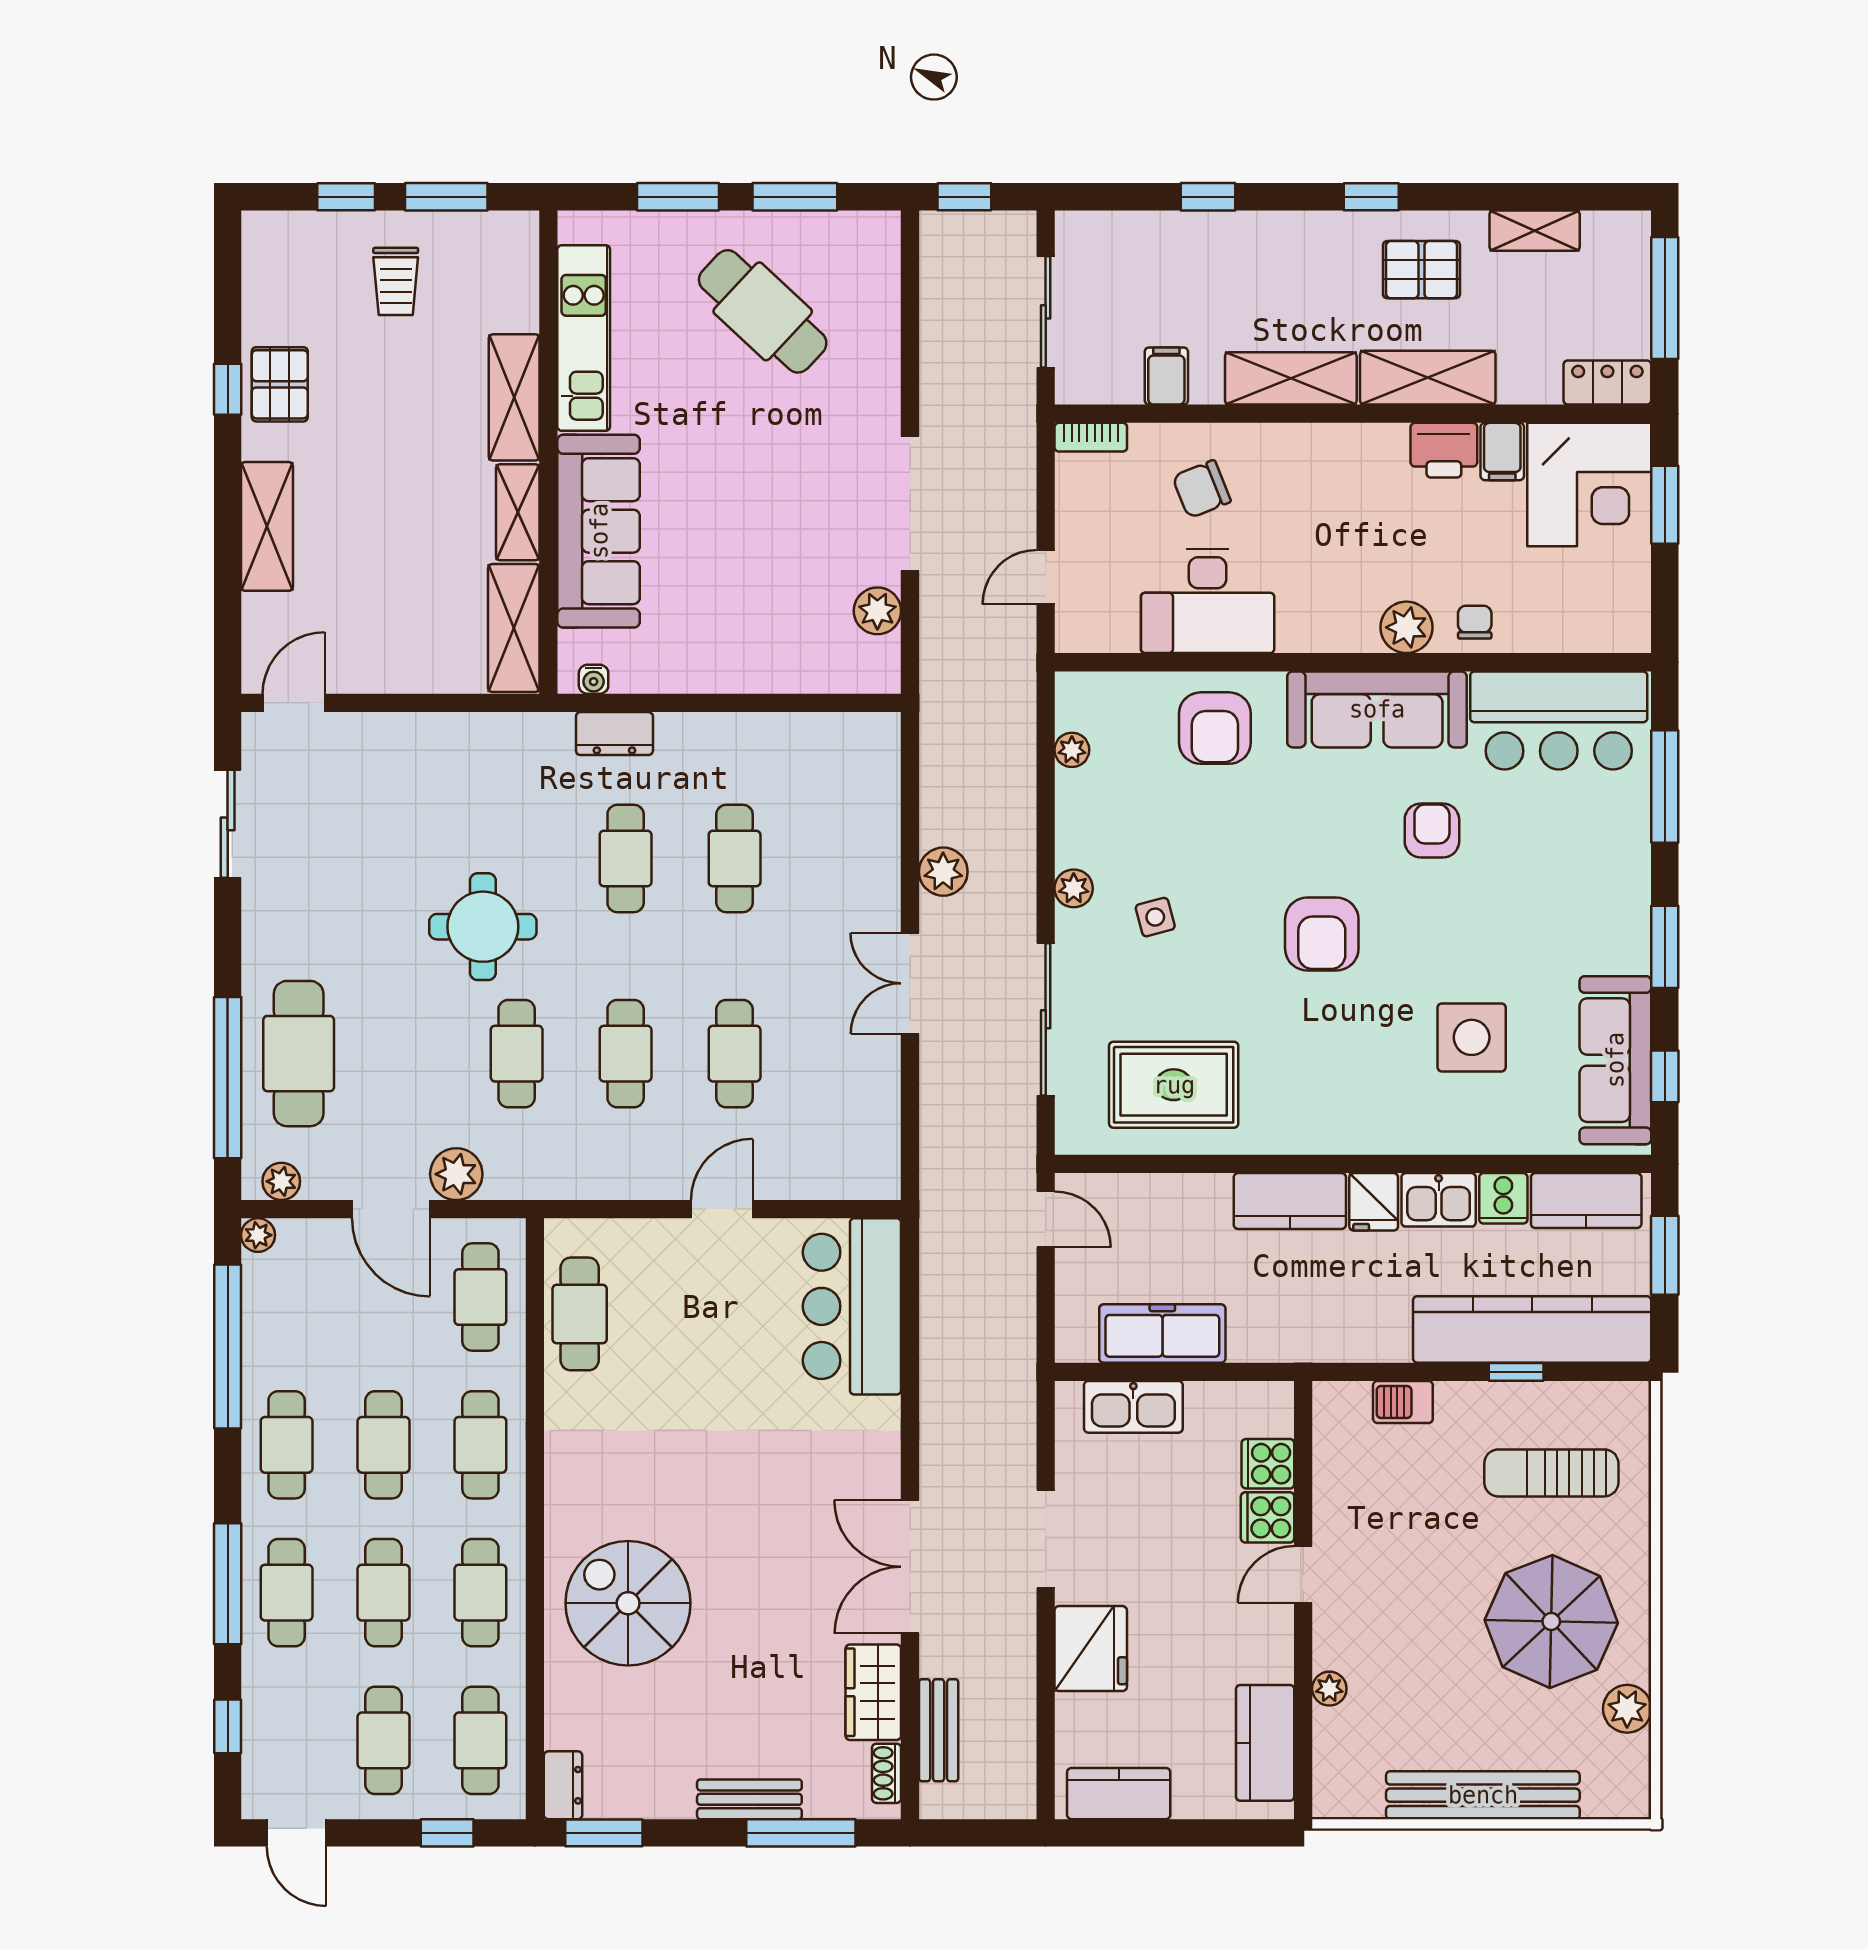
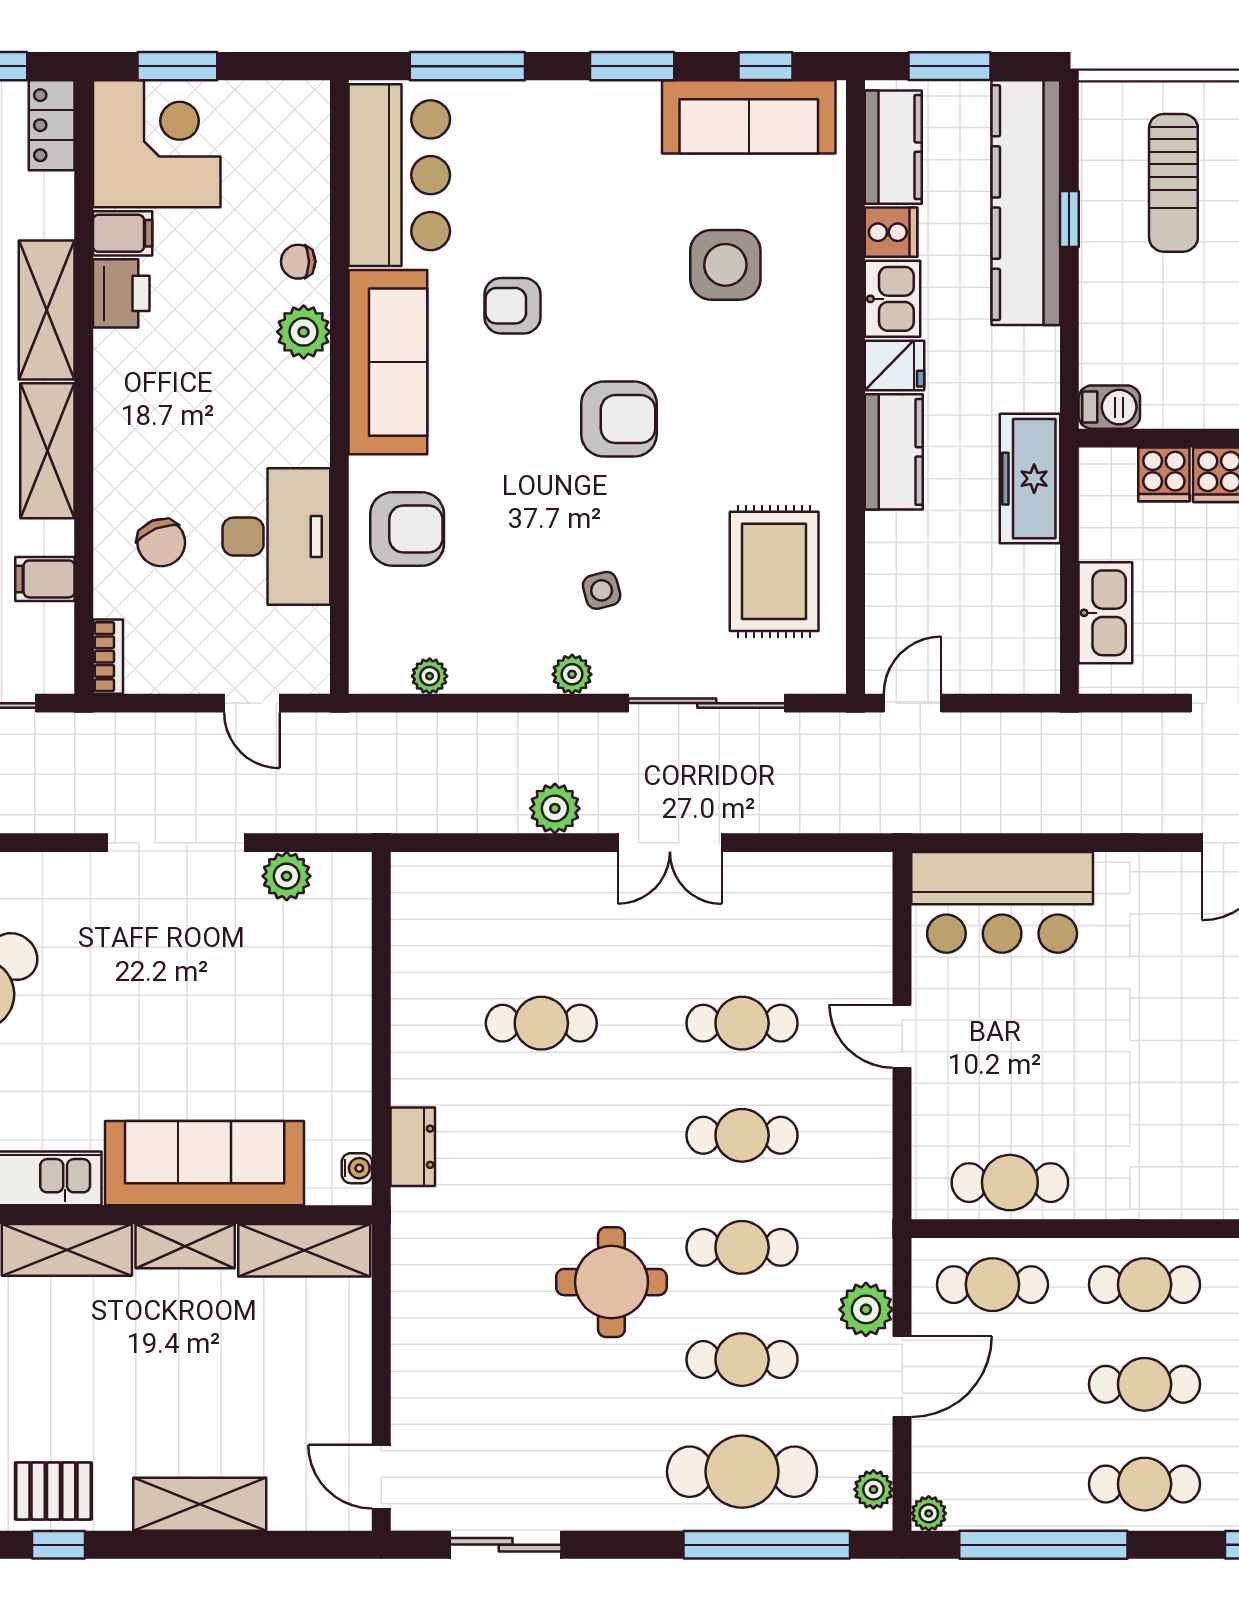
cafe table: (626, 858) -> (742, 1360), moved
freezer: (1162, 1334) -> (1030, 479), moved
barbecue: (1403, 1402) -> (1109, 407), moved, turned -90

